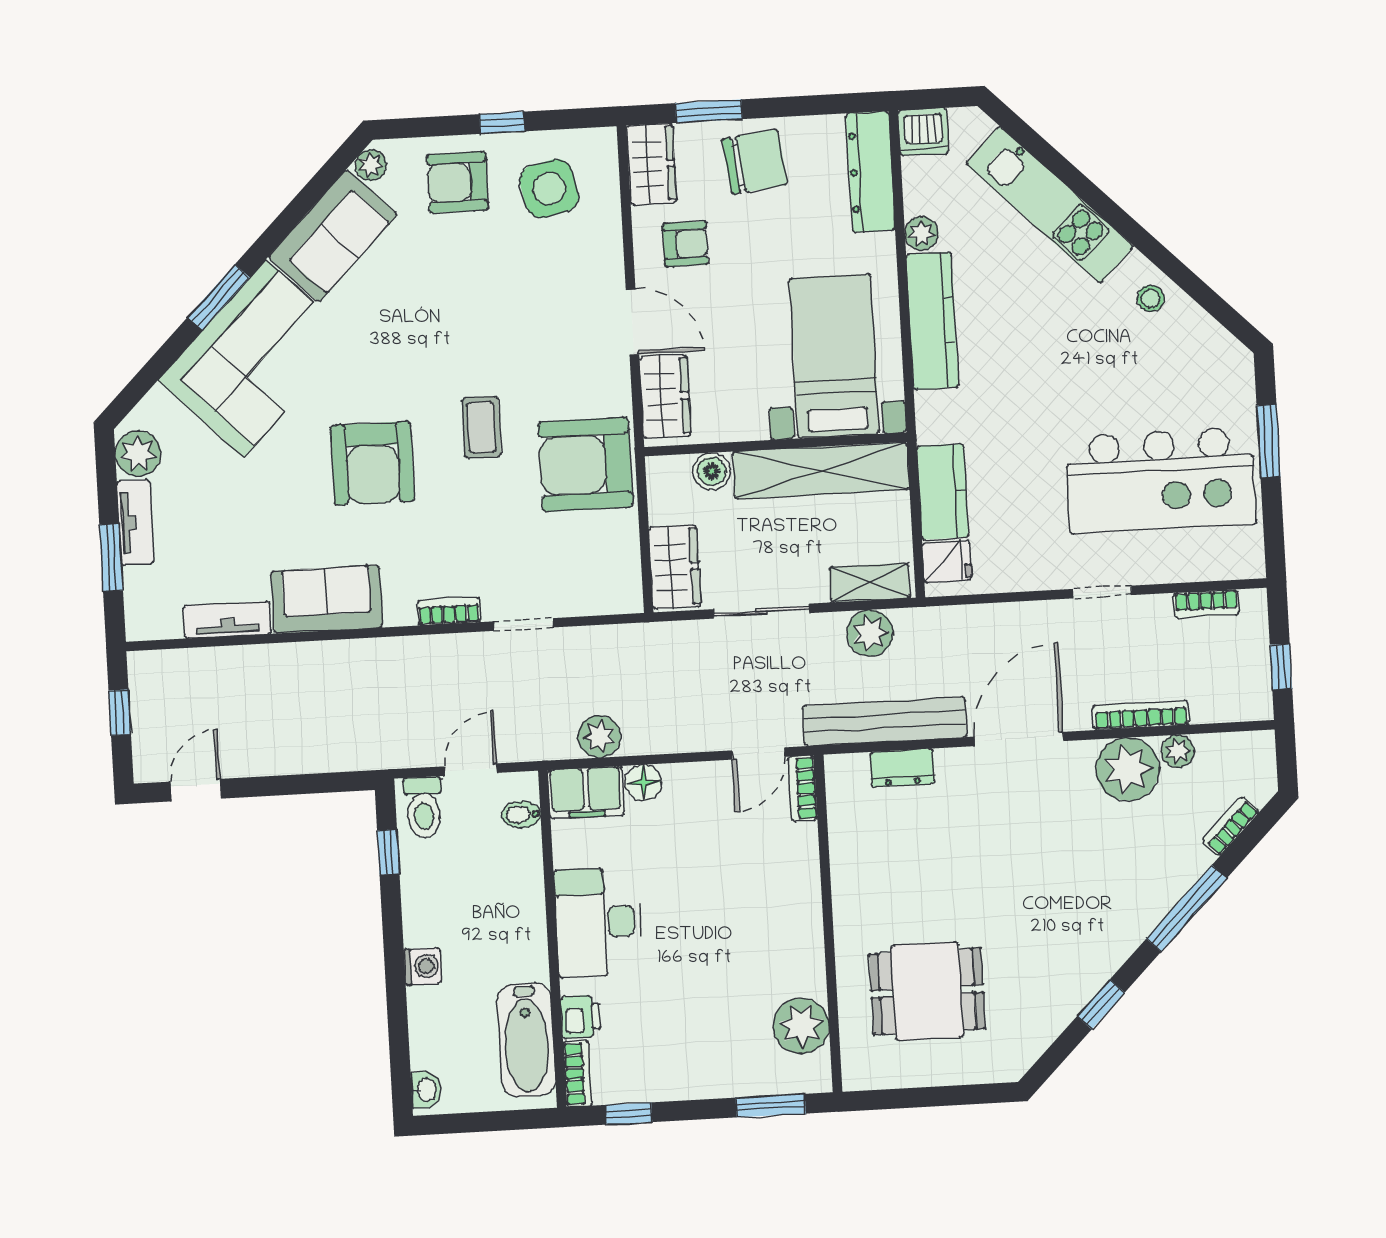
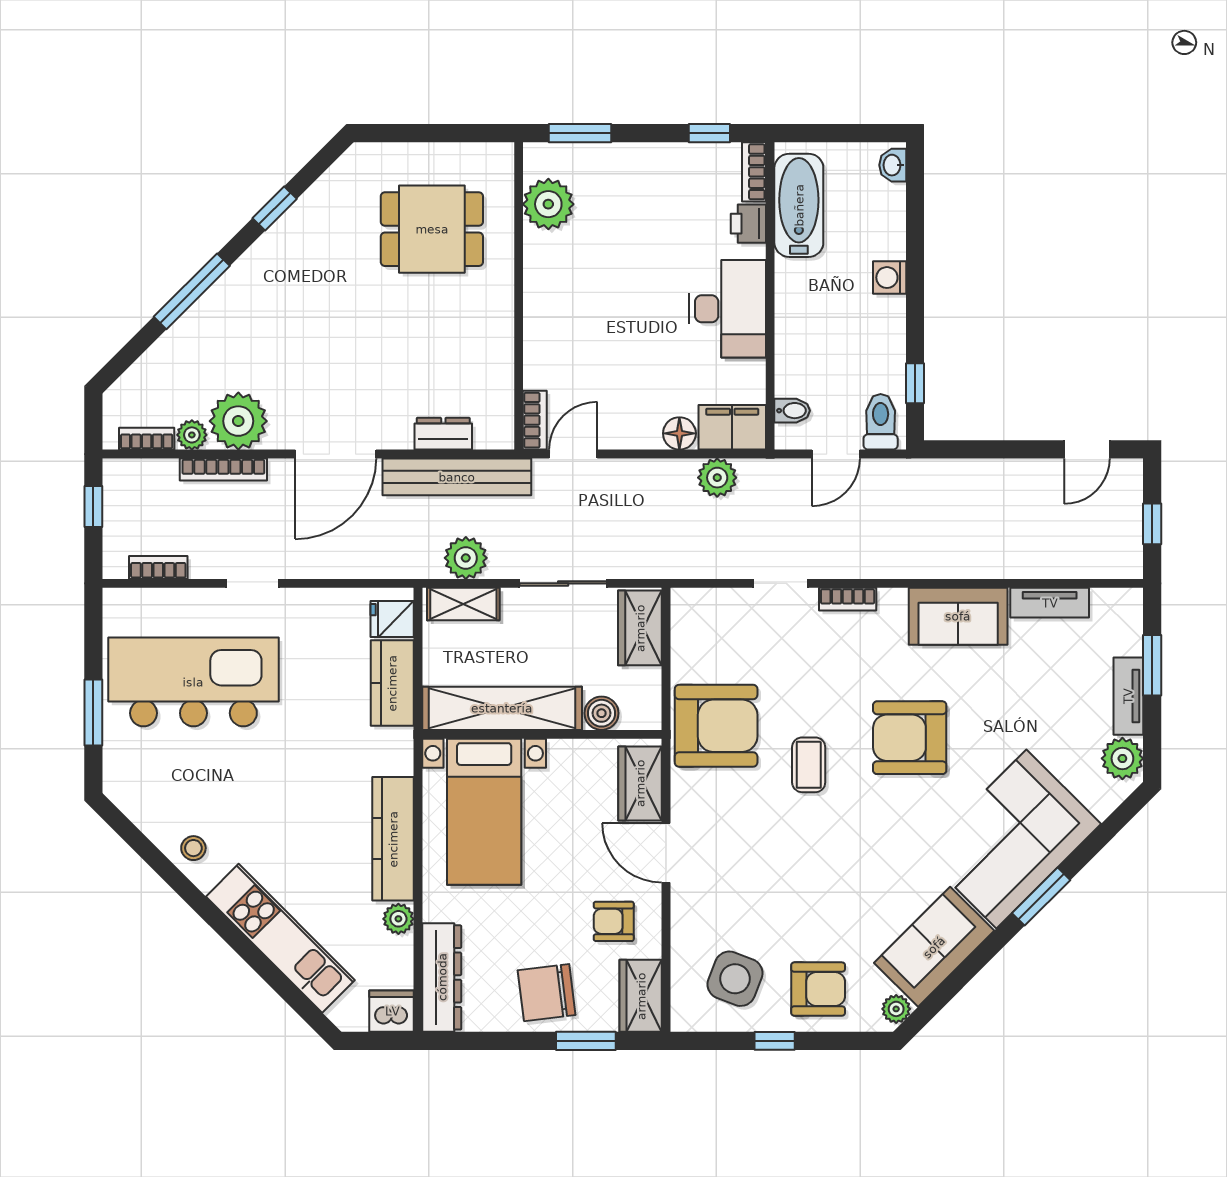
side table: (549, 188) -> (735, 979), turned 33
armchair: (372, 463) -> (910, 738), turned -90
bookcase: (1231, 826) -> (147, 439), moved, turned -135

